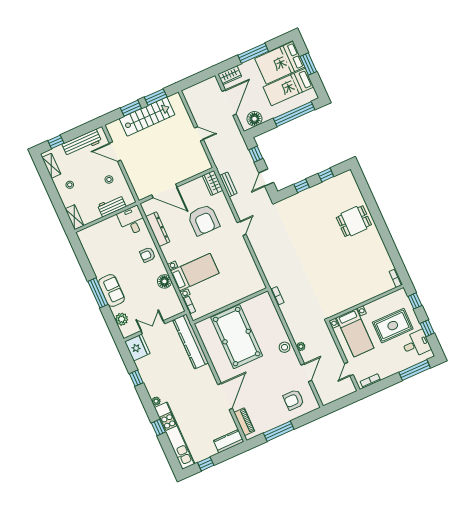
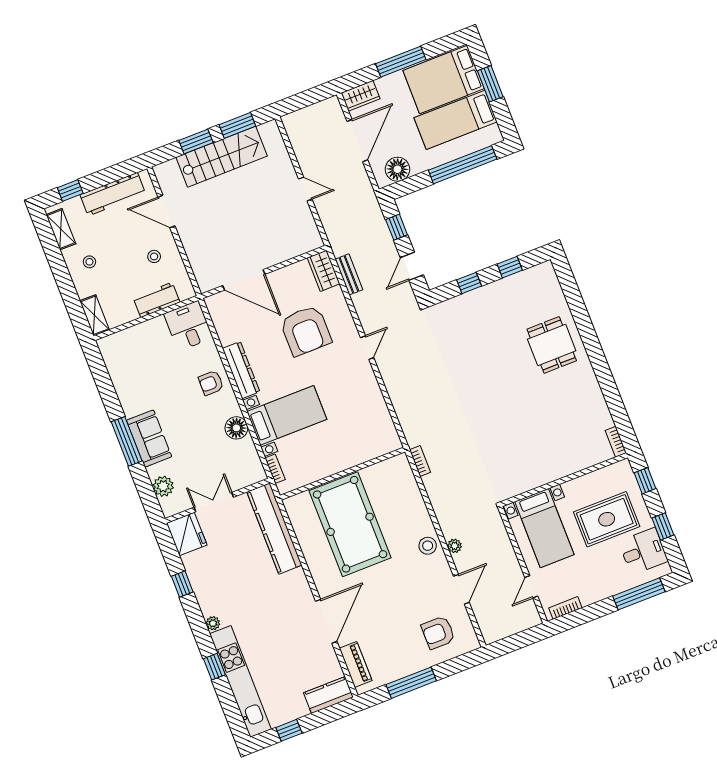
dining table: (354, 221) -> (552, 345), turned 90
dresser: (158, 229) -> (241, 370), moved

